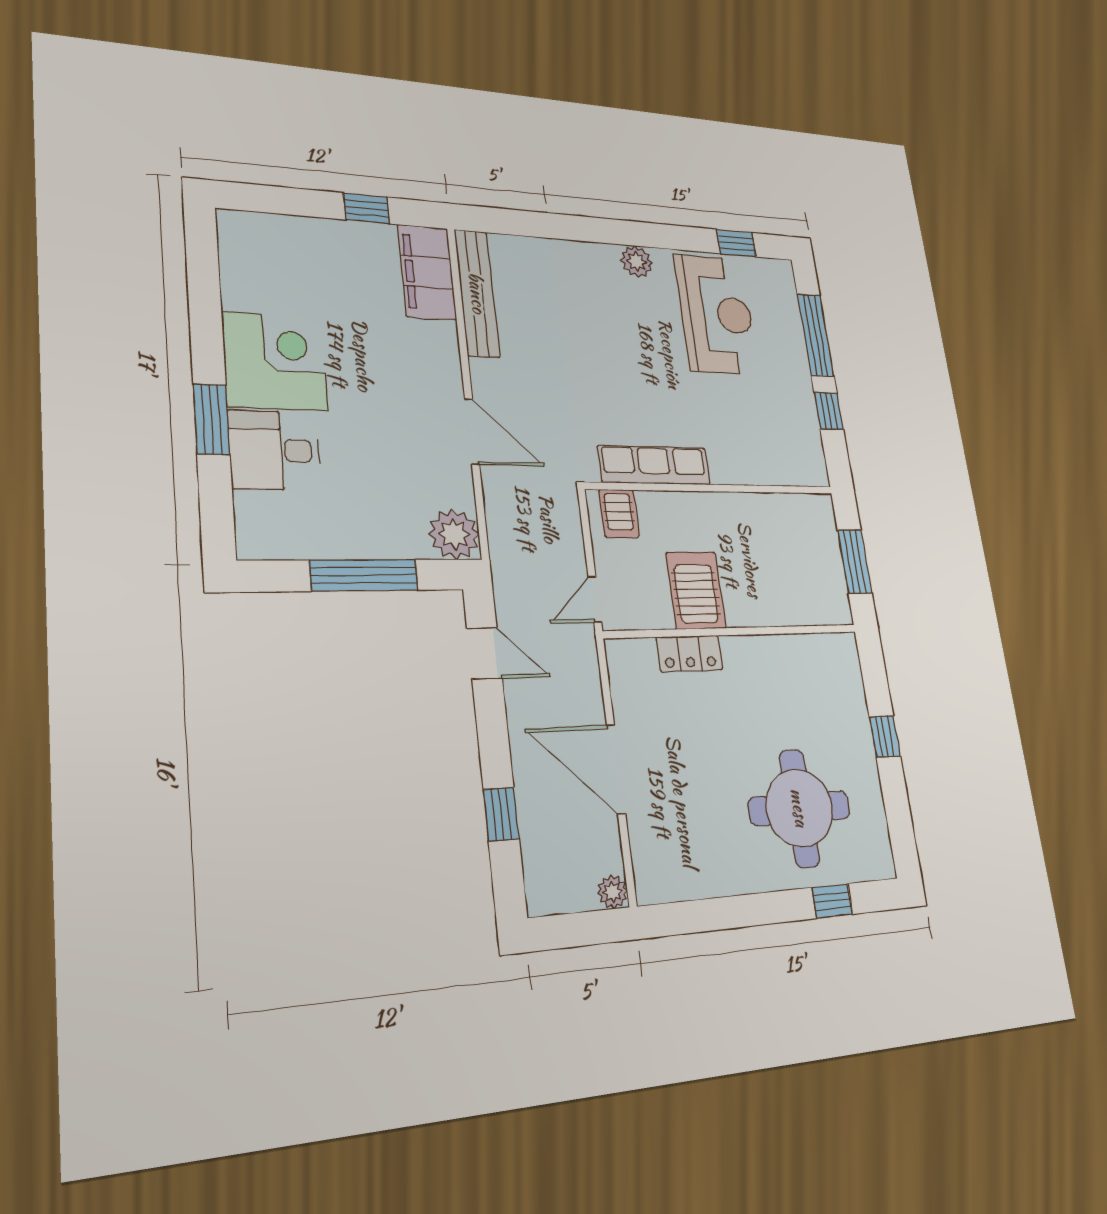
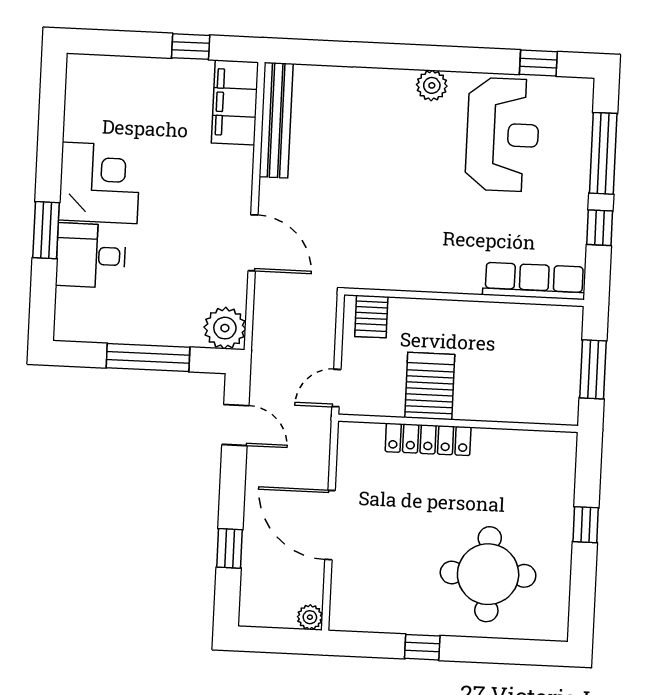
row of seats: (654, 465) -> (534, 281), moved
locker: (689, 653) -> (428, 439), width x1.53
window: (832, 901) -> (422, 647), moved

